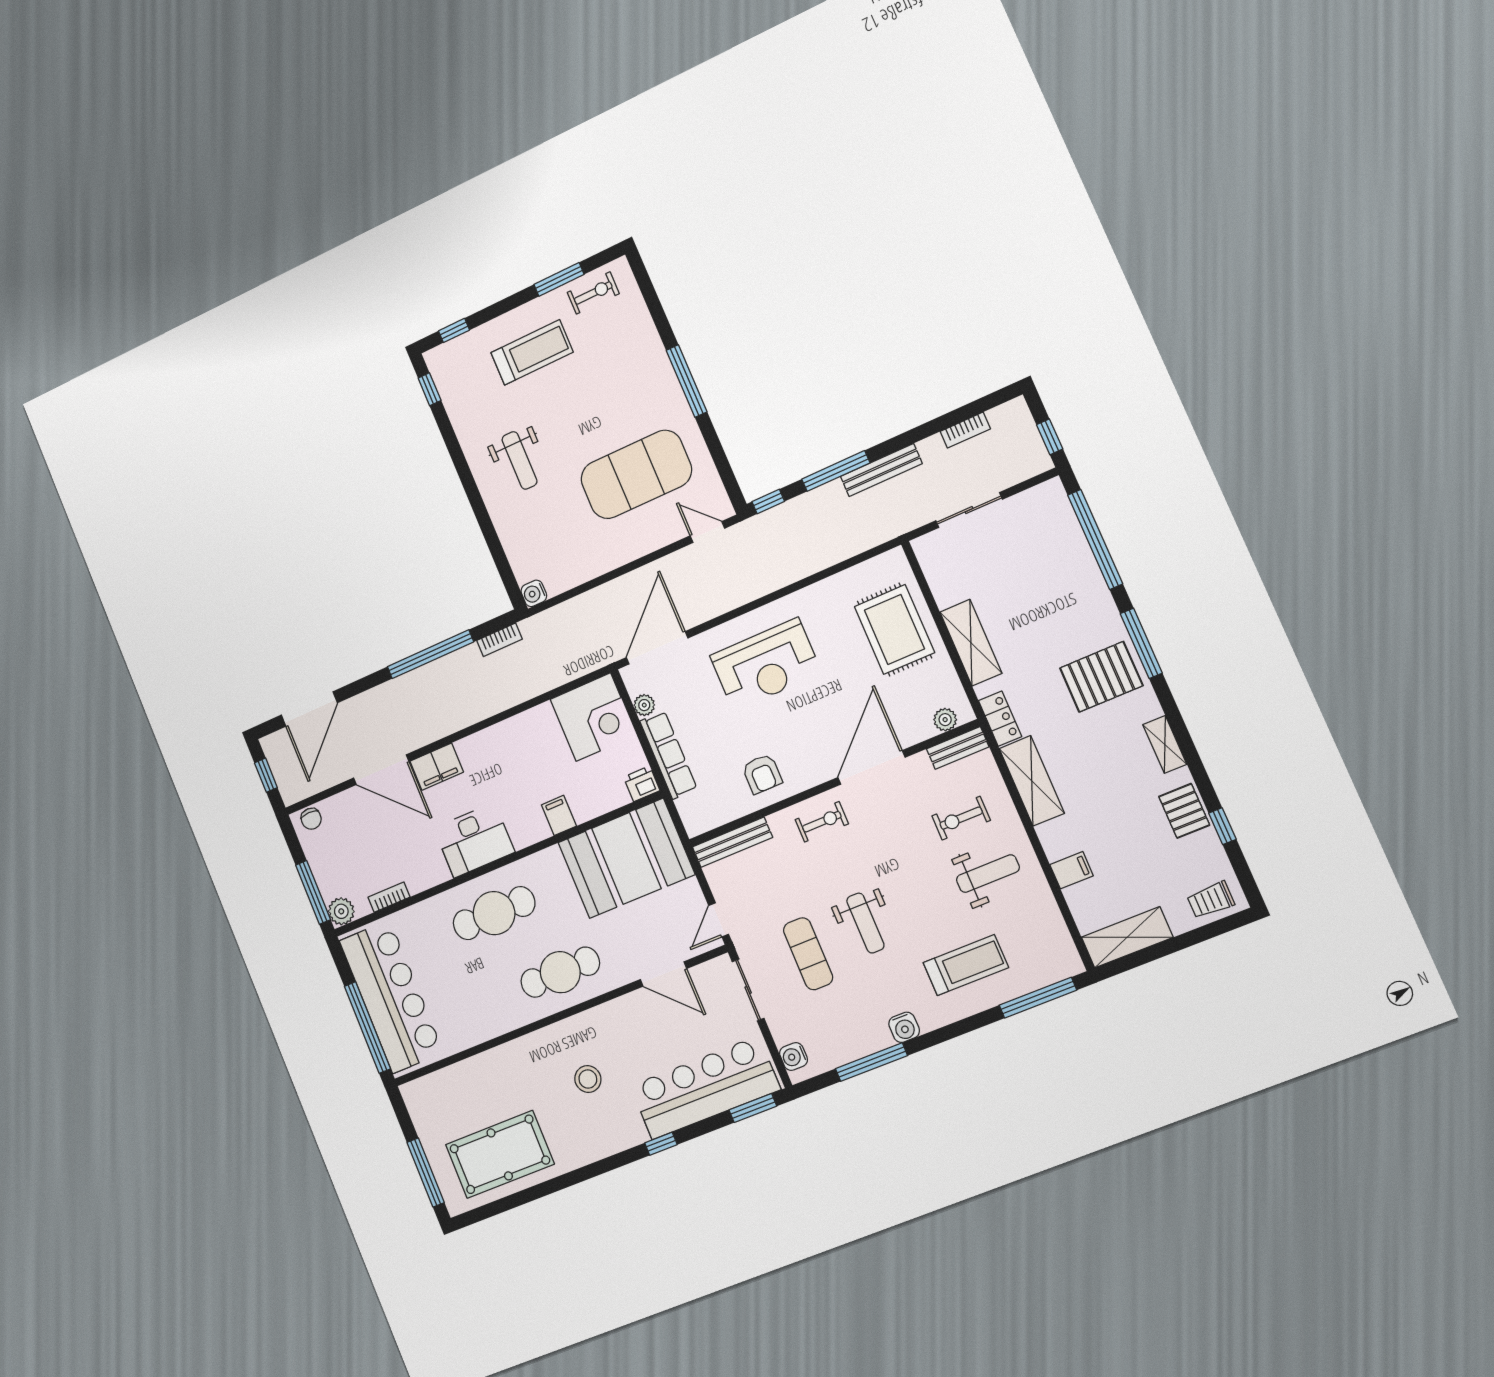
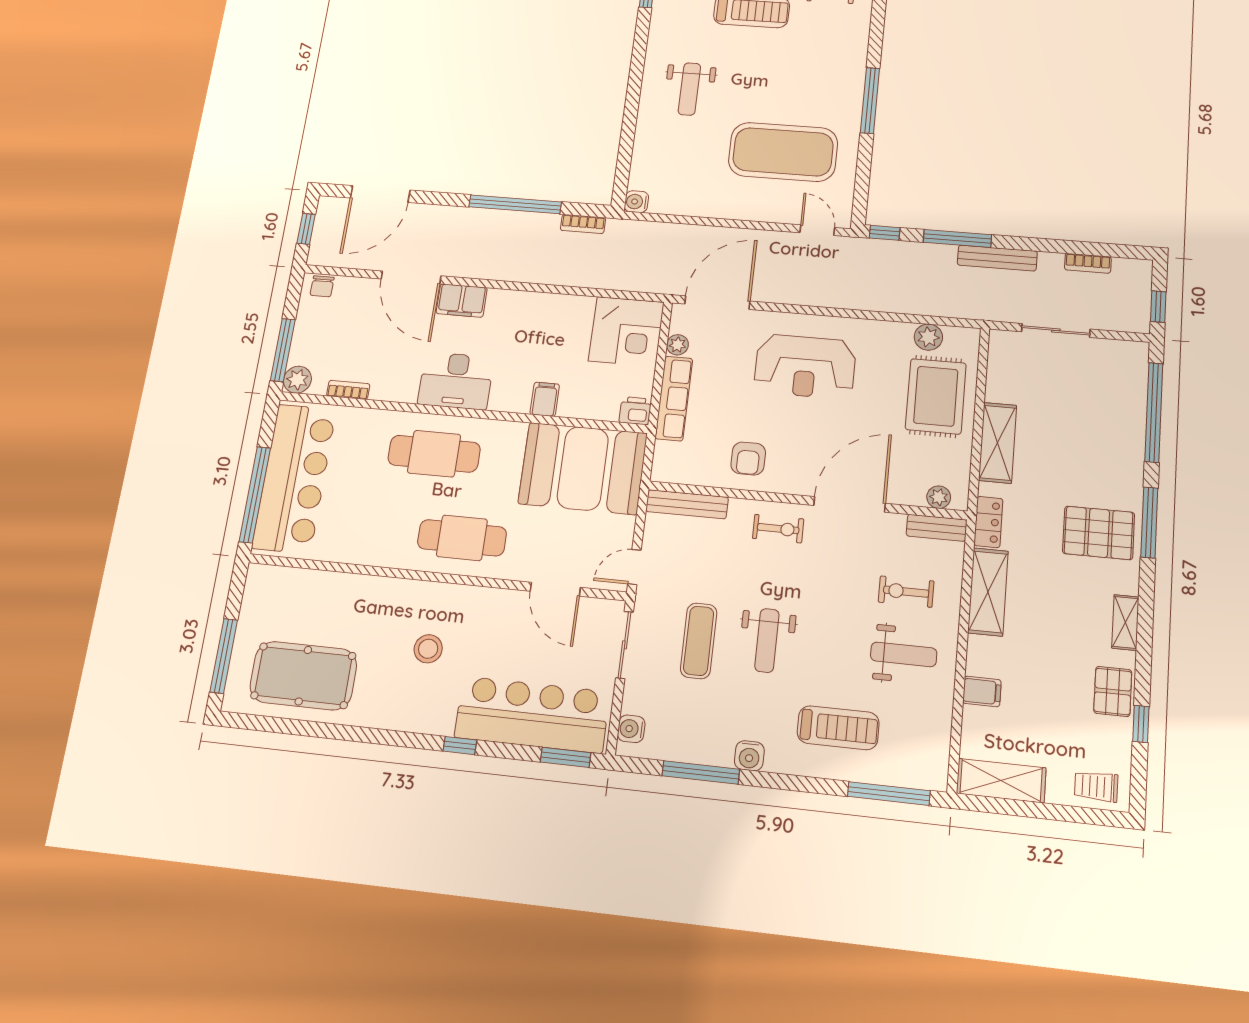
plant: (859, 578) -> (928, 337), added

